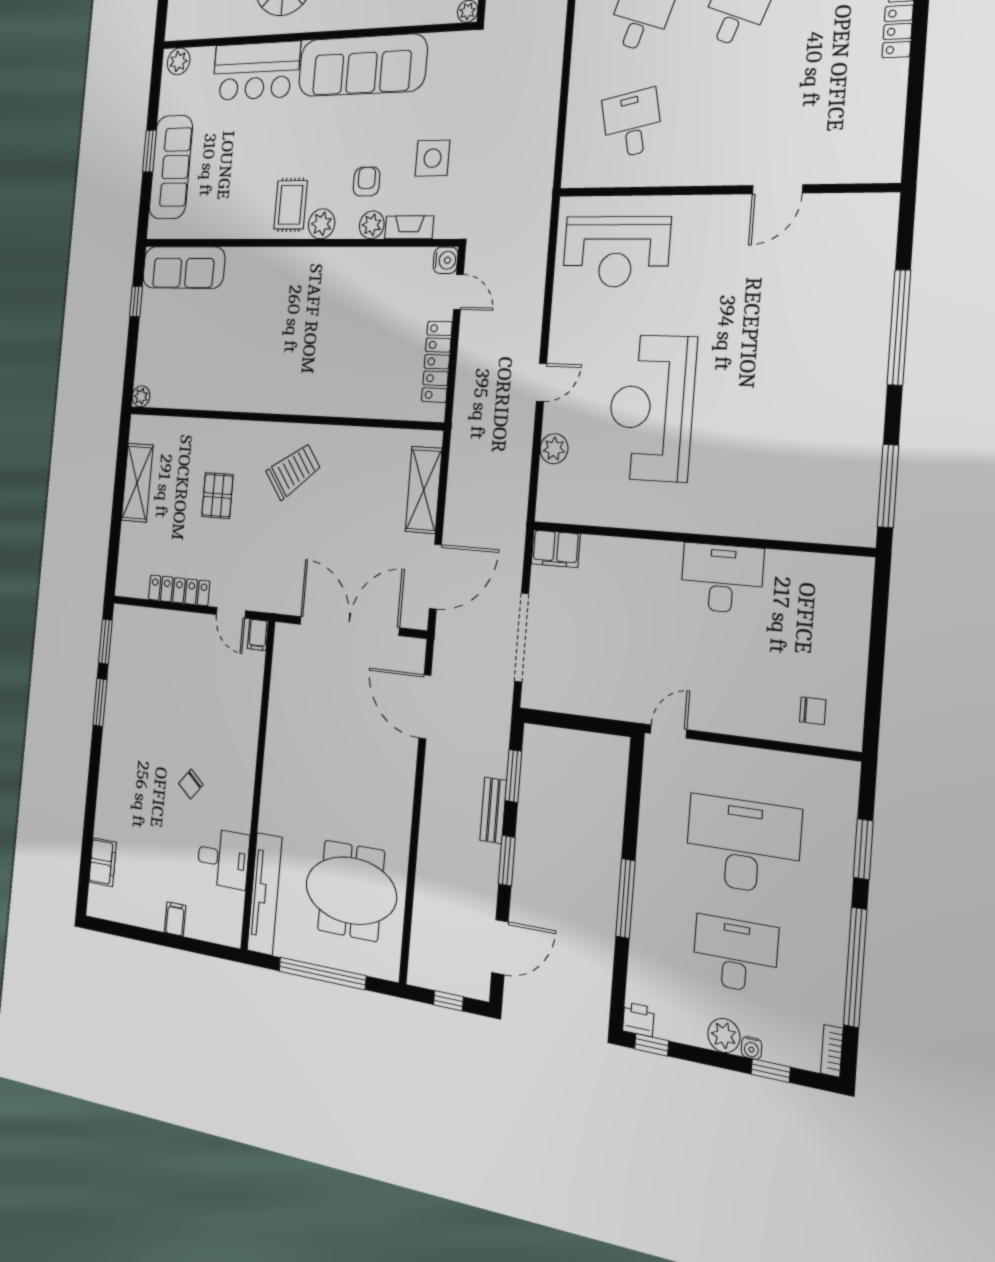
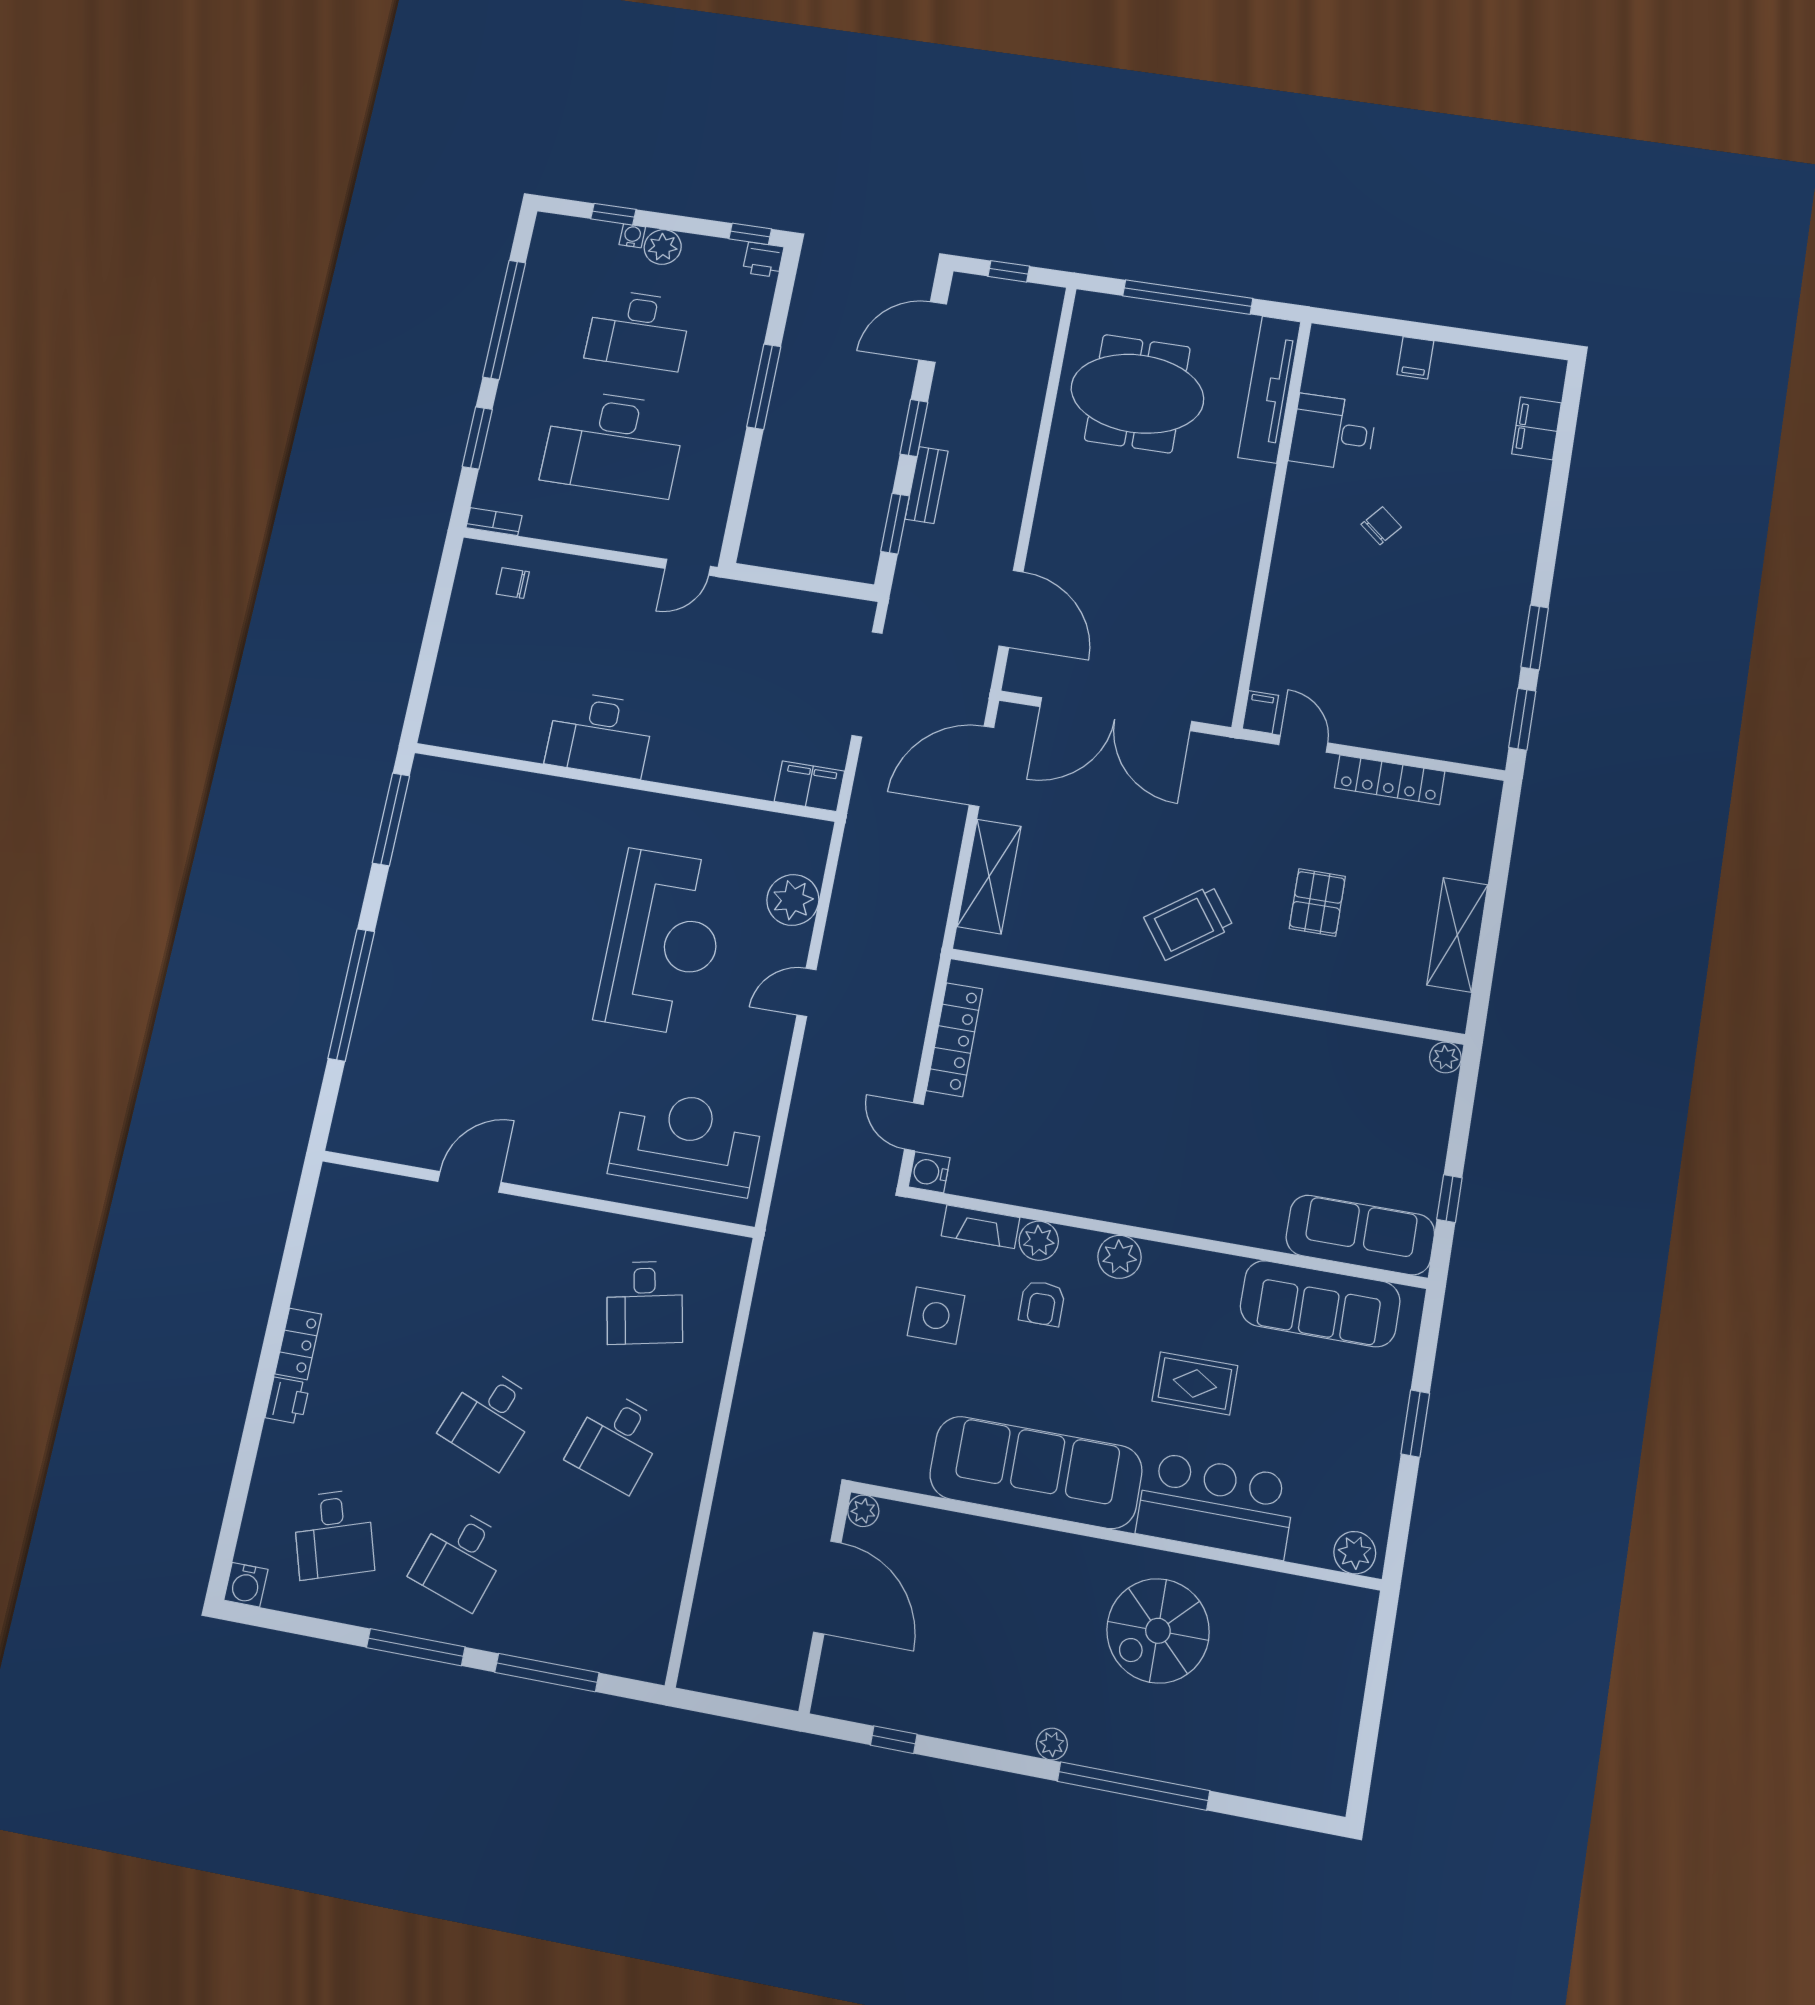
sofa: (171, 167) -> (1320, 1304), moved, turned -90
rug: (291, 205) -> (1195, 1383), moved, turned 90
plant: (554, 449) -> (793, 900), width x1.36, depth x1.36
bookcase: (832, 1051) -> (494, 522), moved, turned -90

